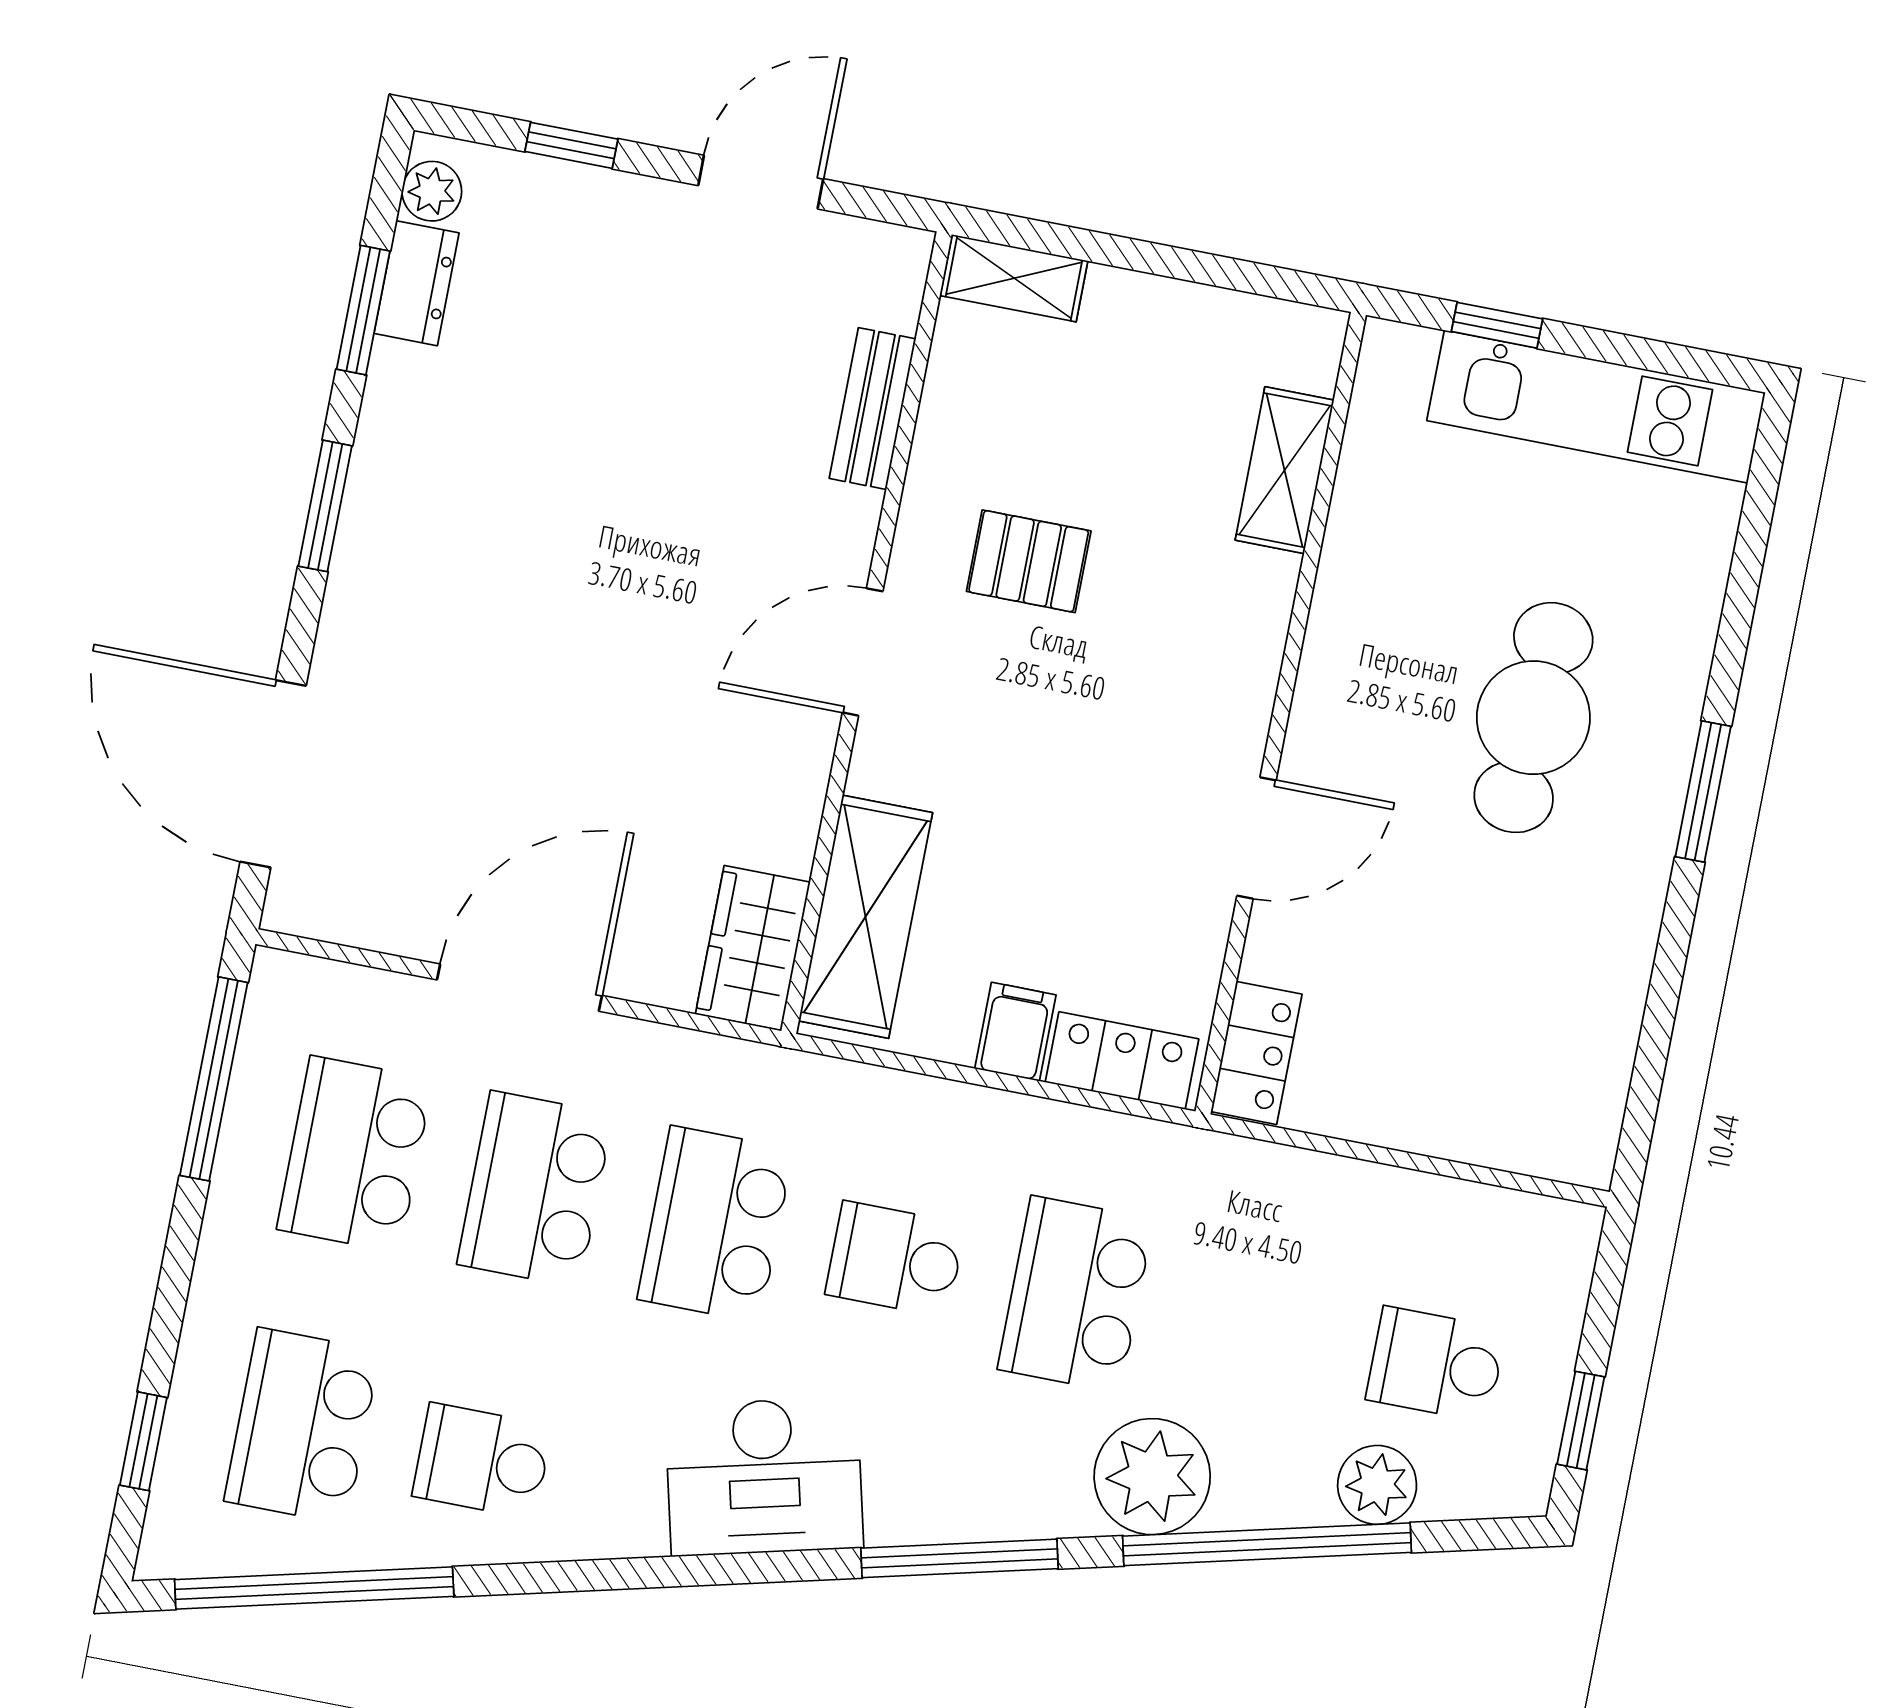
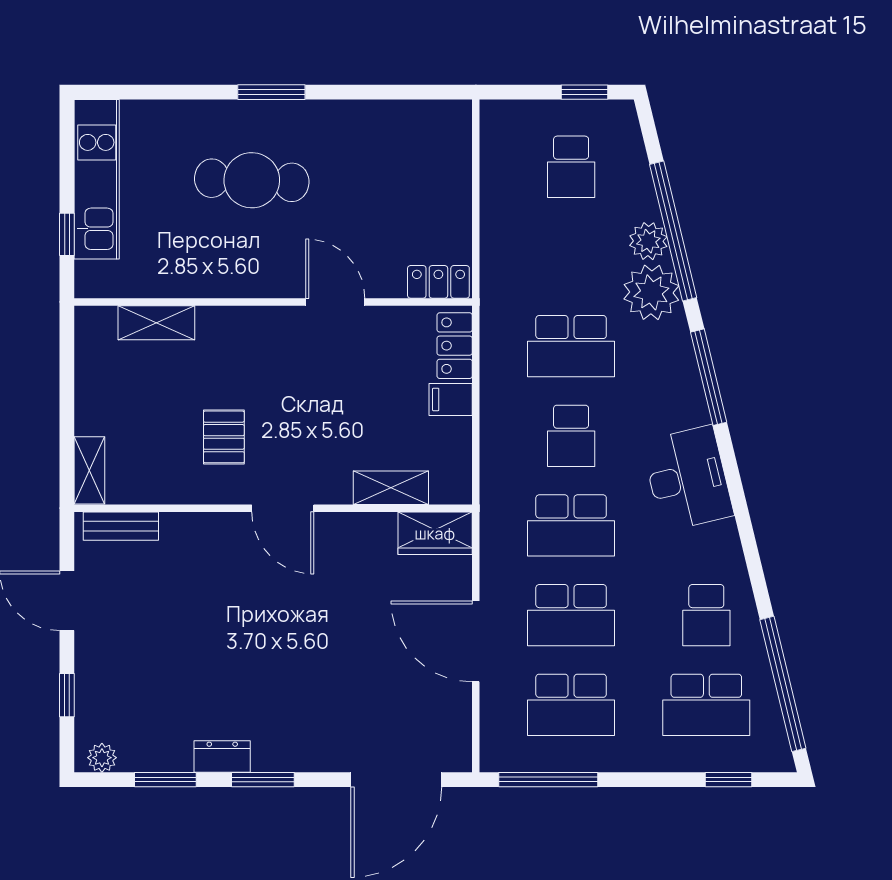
dresser: (417, 283) -> (222, 757), moved
bench: (872, 409) -> (121, 526), moved
shelving: (866, 917) -> (391, 488), width x0.67, depth x0.75
plant: (1377, 1485) -> (648, 241), moved

